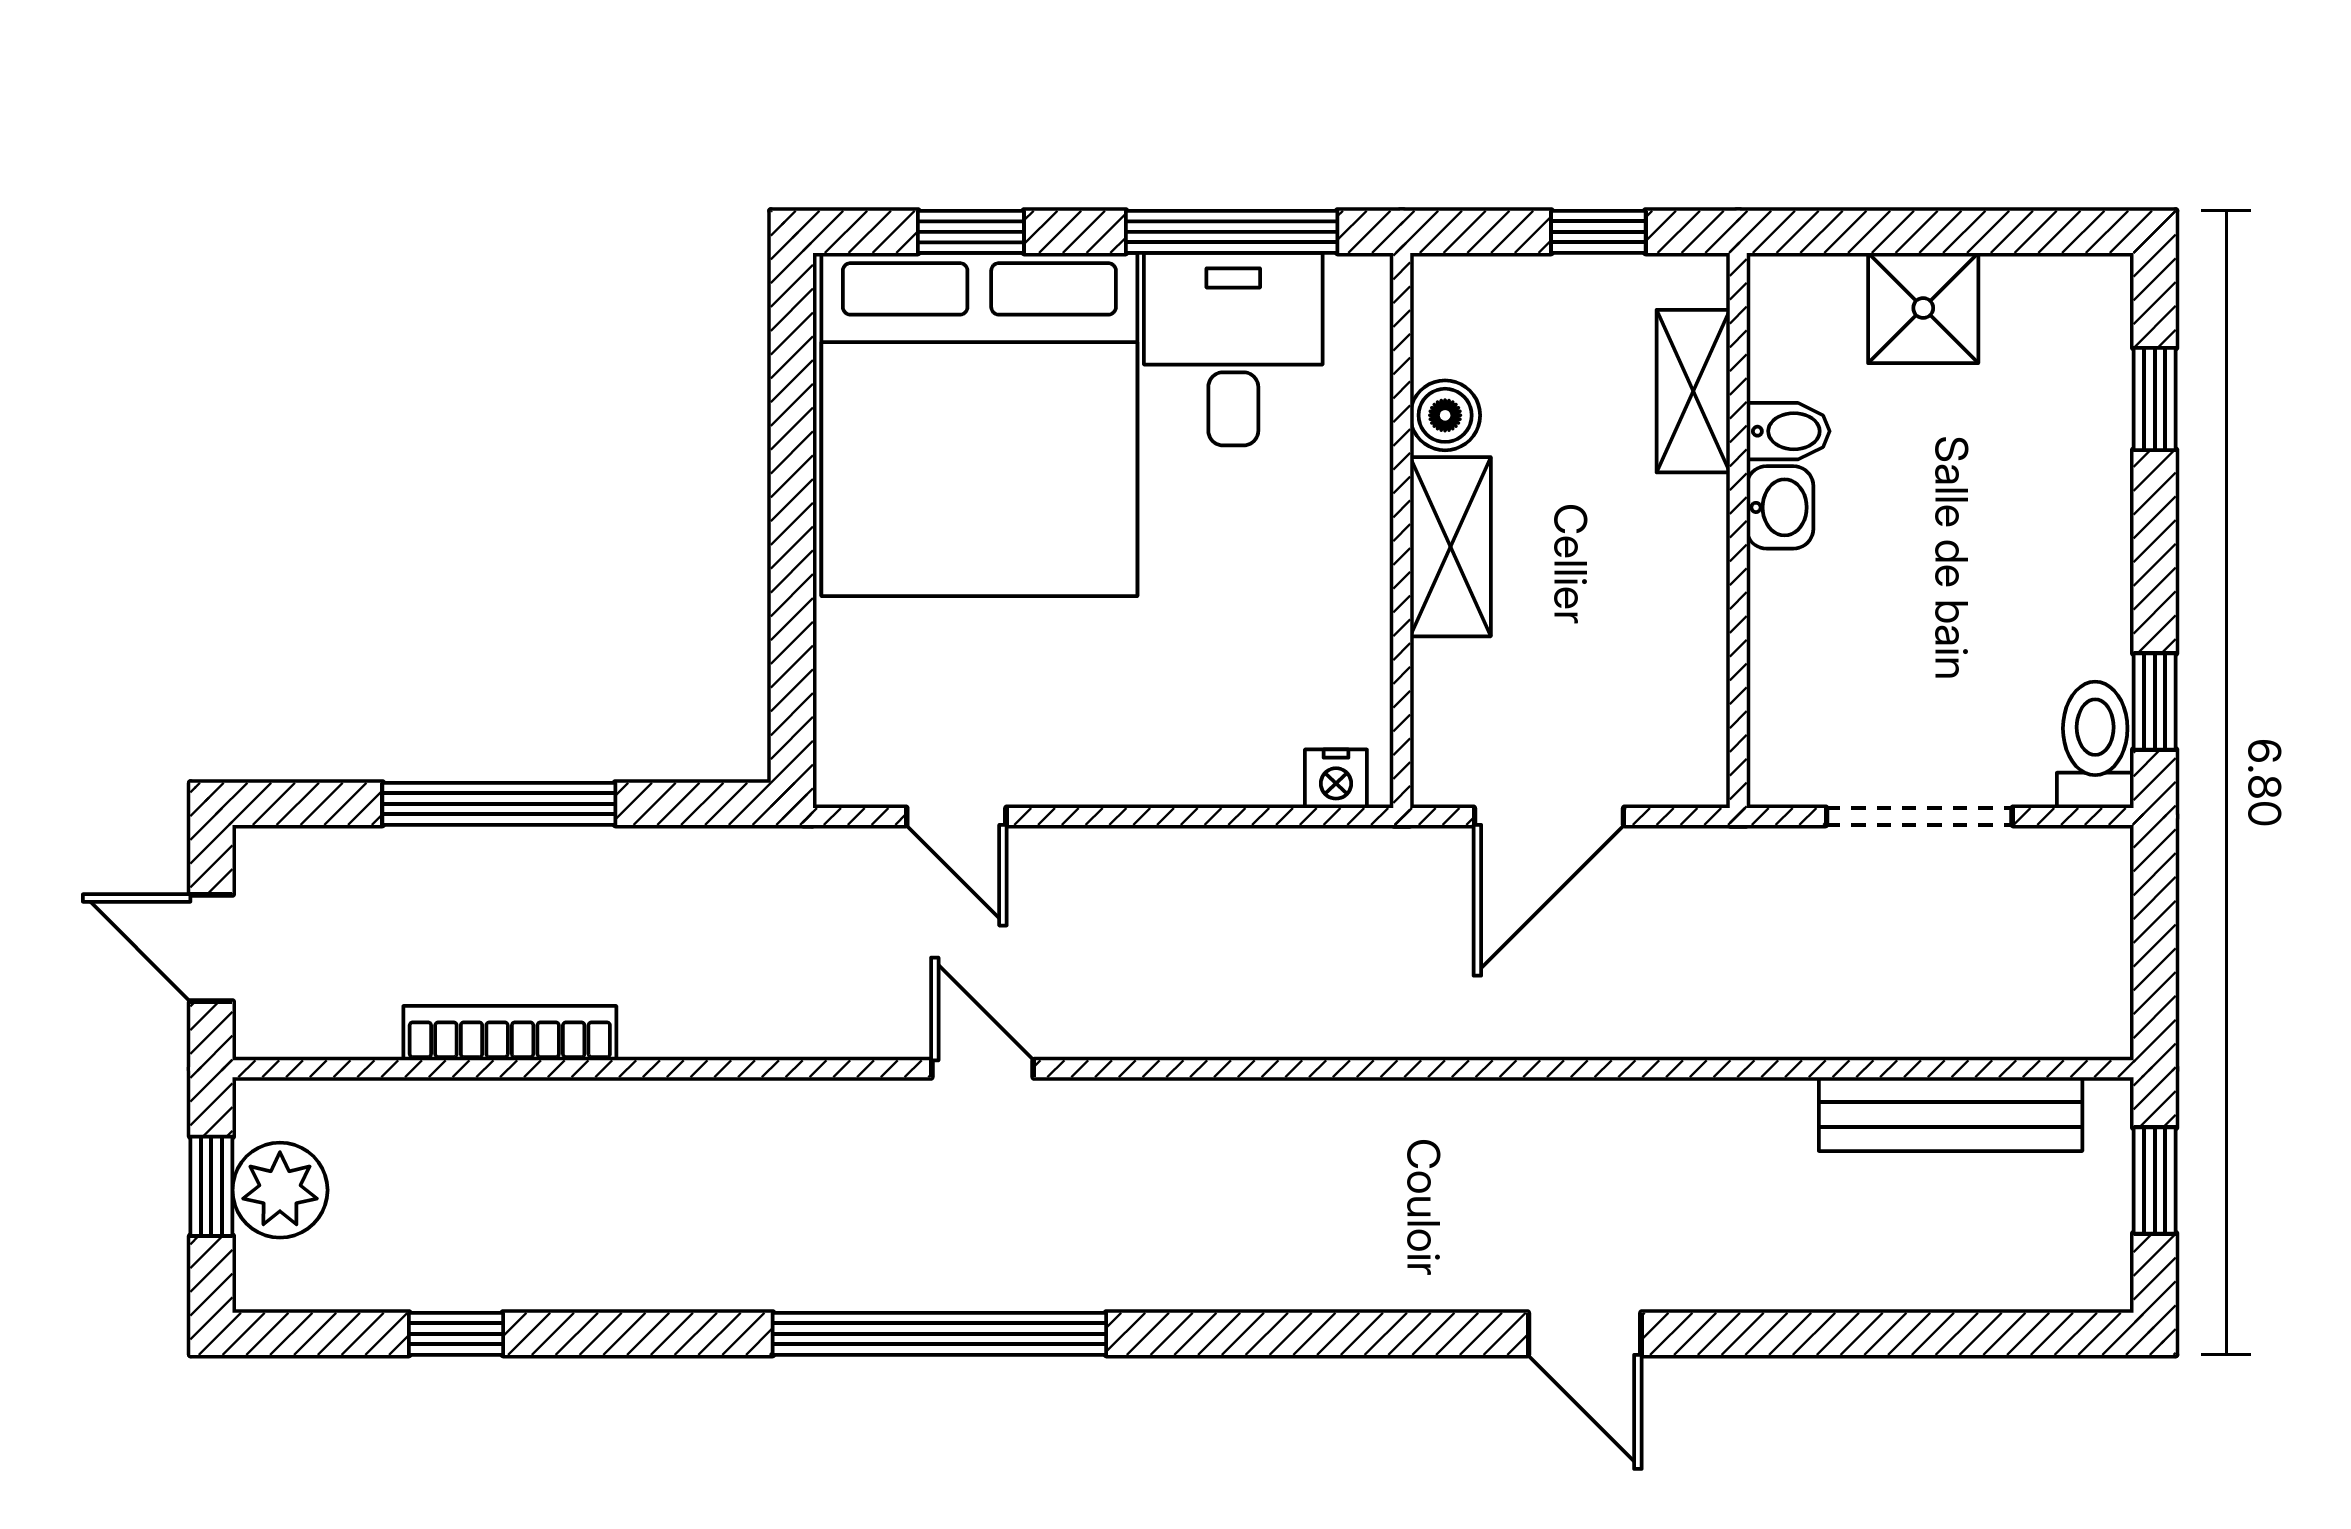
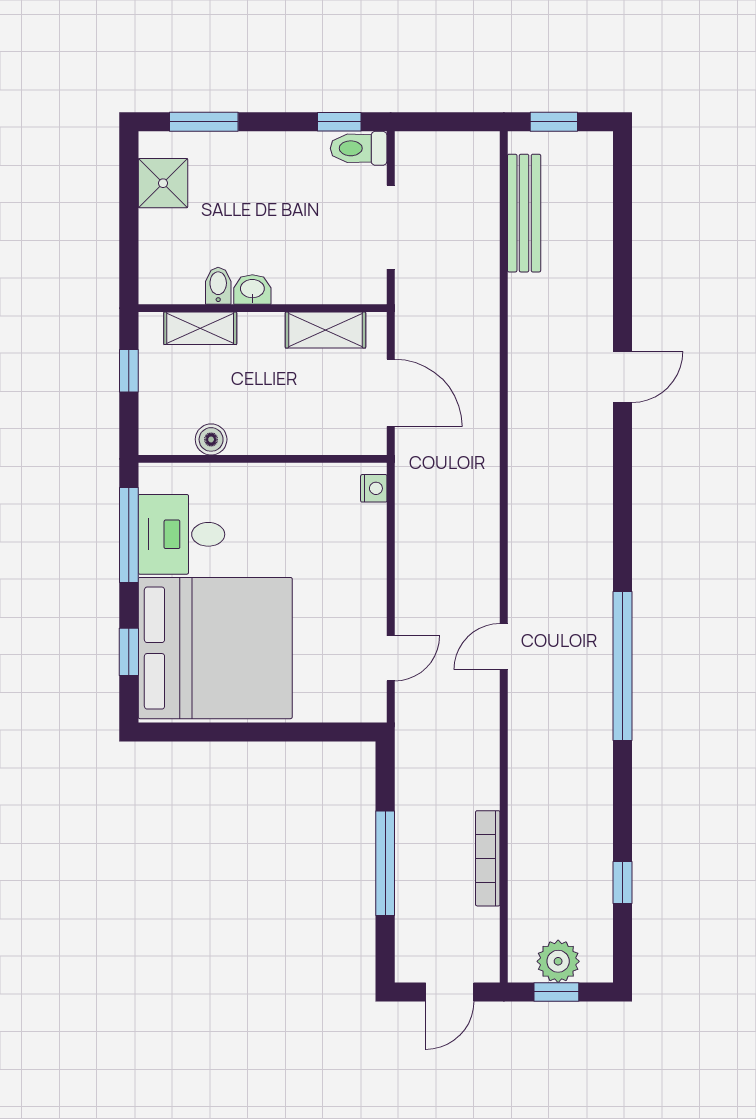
shower: (1923, 308) -> (163, 183), moved
window: (2155, 399) -> (204, 122), width x1.50
shelving: (1450, 547) -> (325, 330), moved

